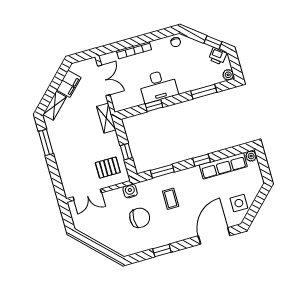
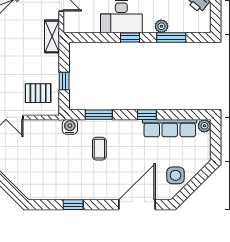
plant: (228, 75) -> (161, 26), moved
window: (154, 106) -> (130, 37), moved
water cooler: (130, 191) -> (70, 127), moved
chair: (140, 218) -> (58, 160), removed

